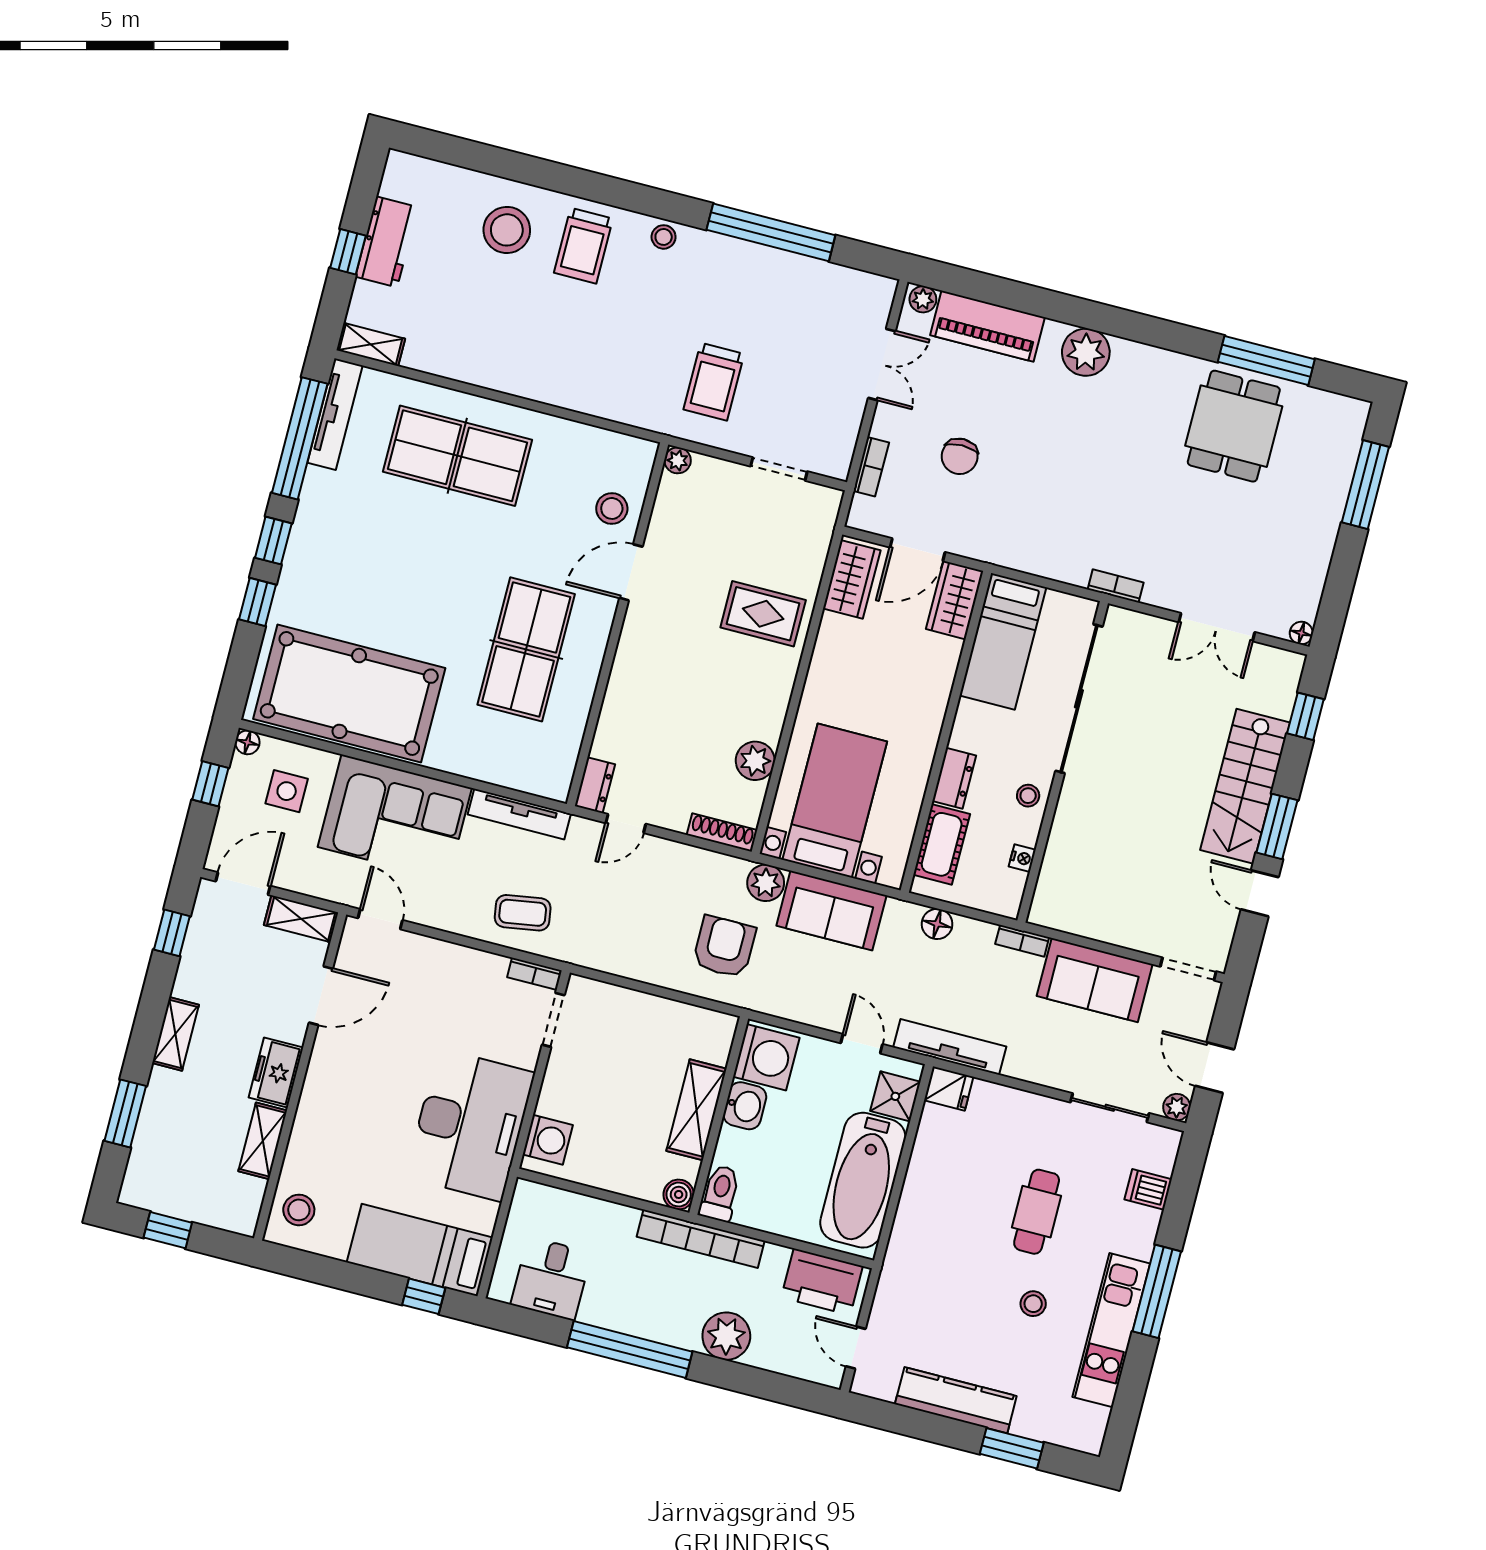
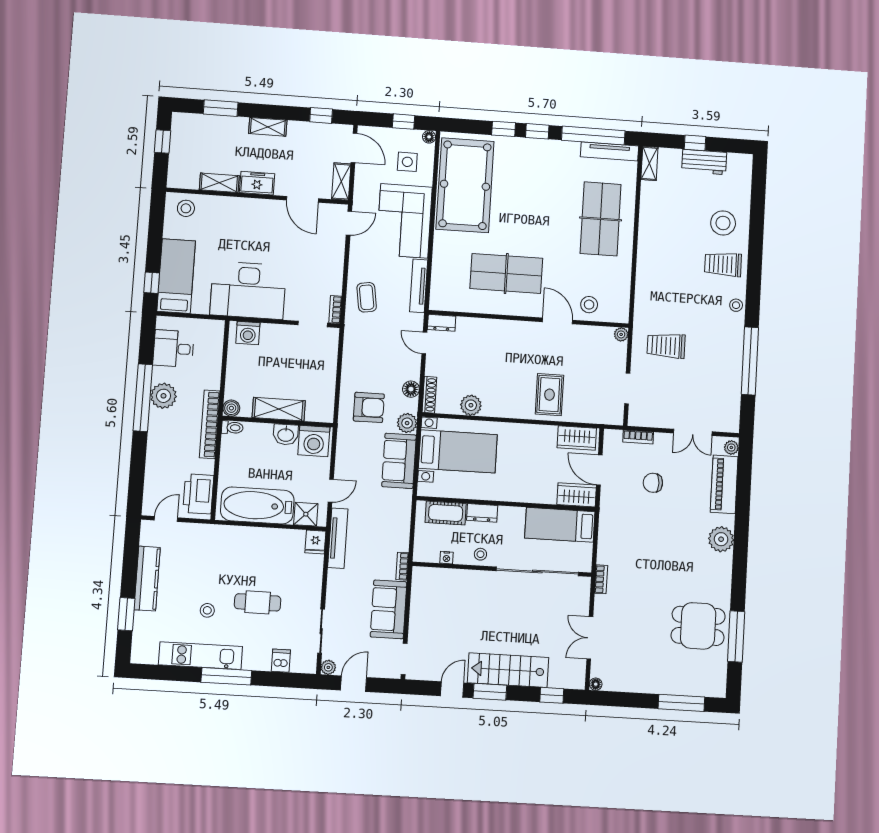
floor lamp: (937, 924) -> (411, 389), moved
toilet: (720, 1193) -> (232, 428), width x0.73, depth x0.72
plant: (726, 1336) -> (163, 396), moved

